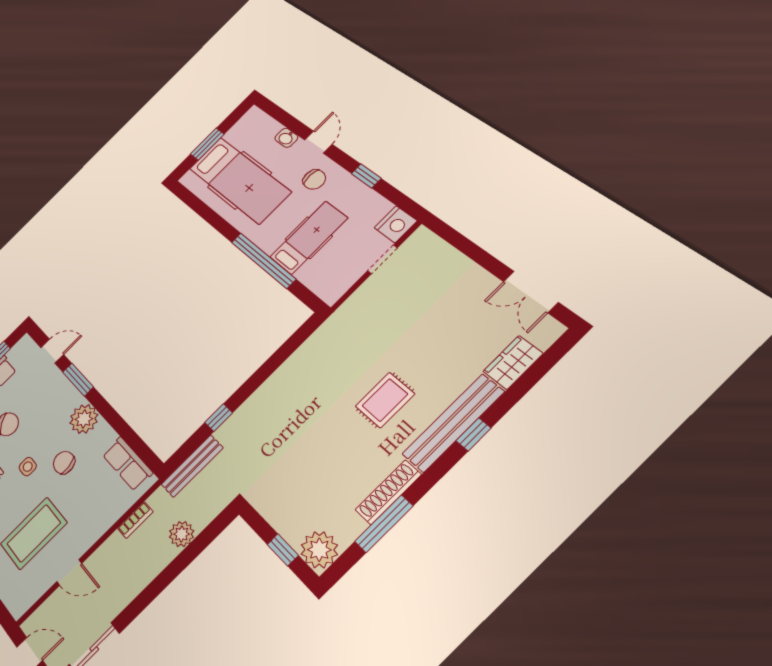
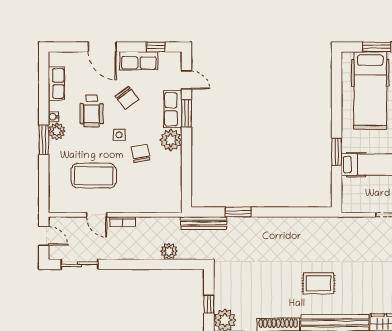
window: (263, 260) -> (337, 152), width x0.47
window: (219, 418) -> (238, 212), width x1.50
row of seats: (127, 464) -> (173, 109), moved
bookcase: (135, 520) -> (123, 222), moved

